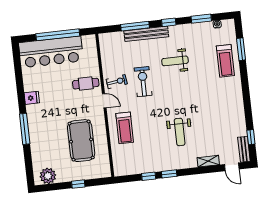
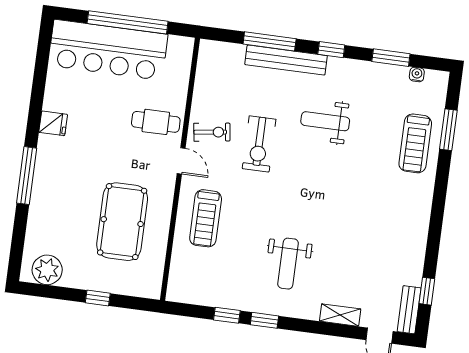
exercise bike: (143, 82) -> (259, 144), turned 180
weight bench: (180, 132) -> (288, 264), moved

